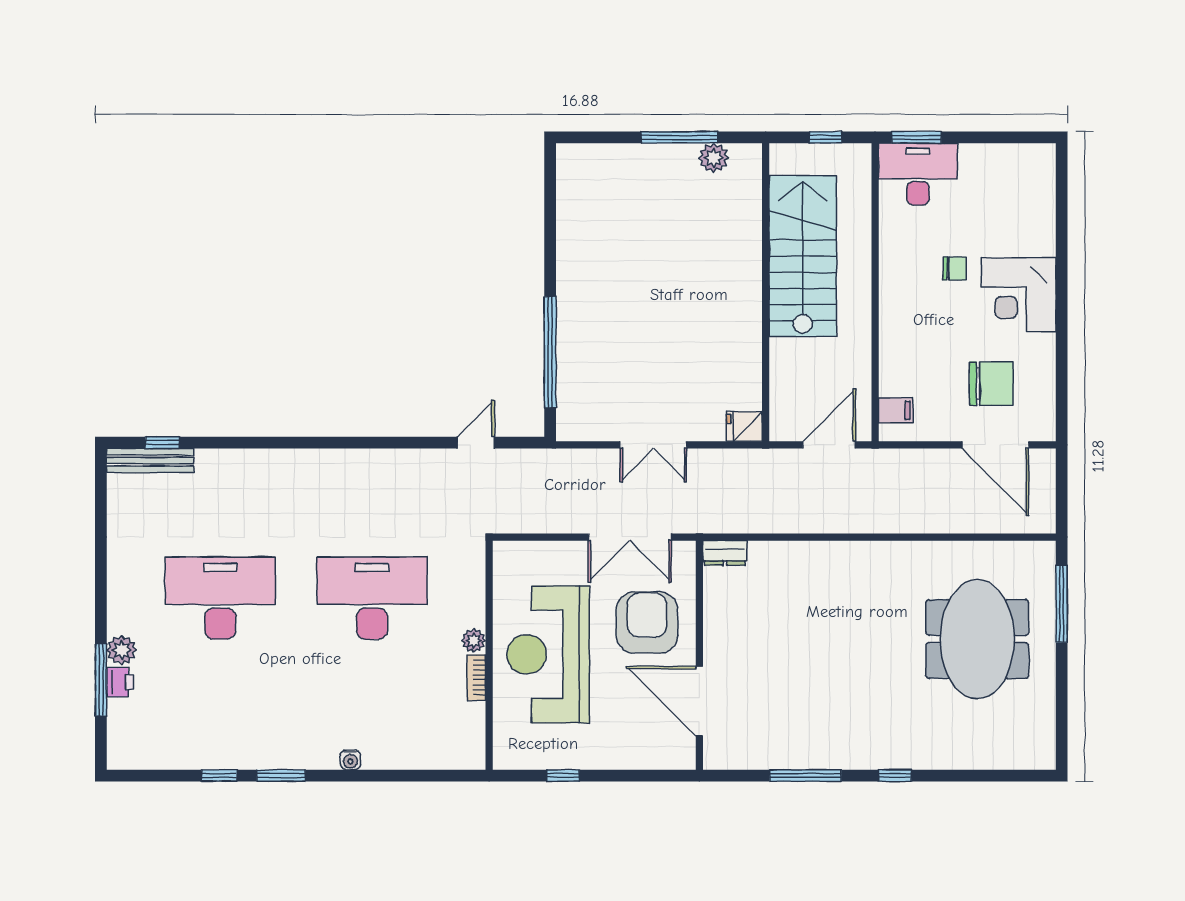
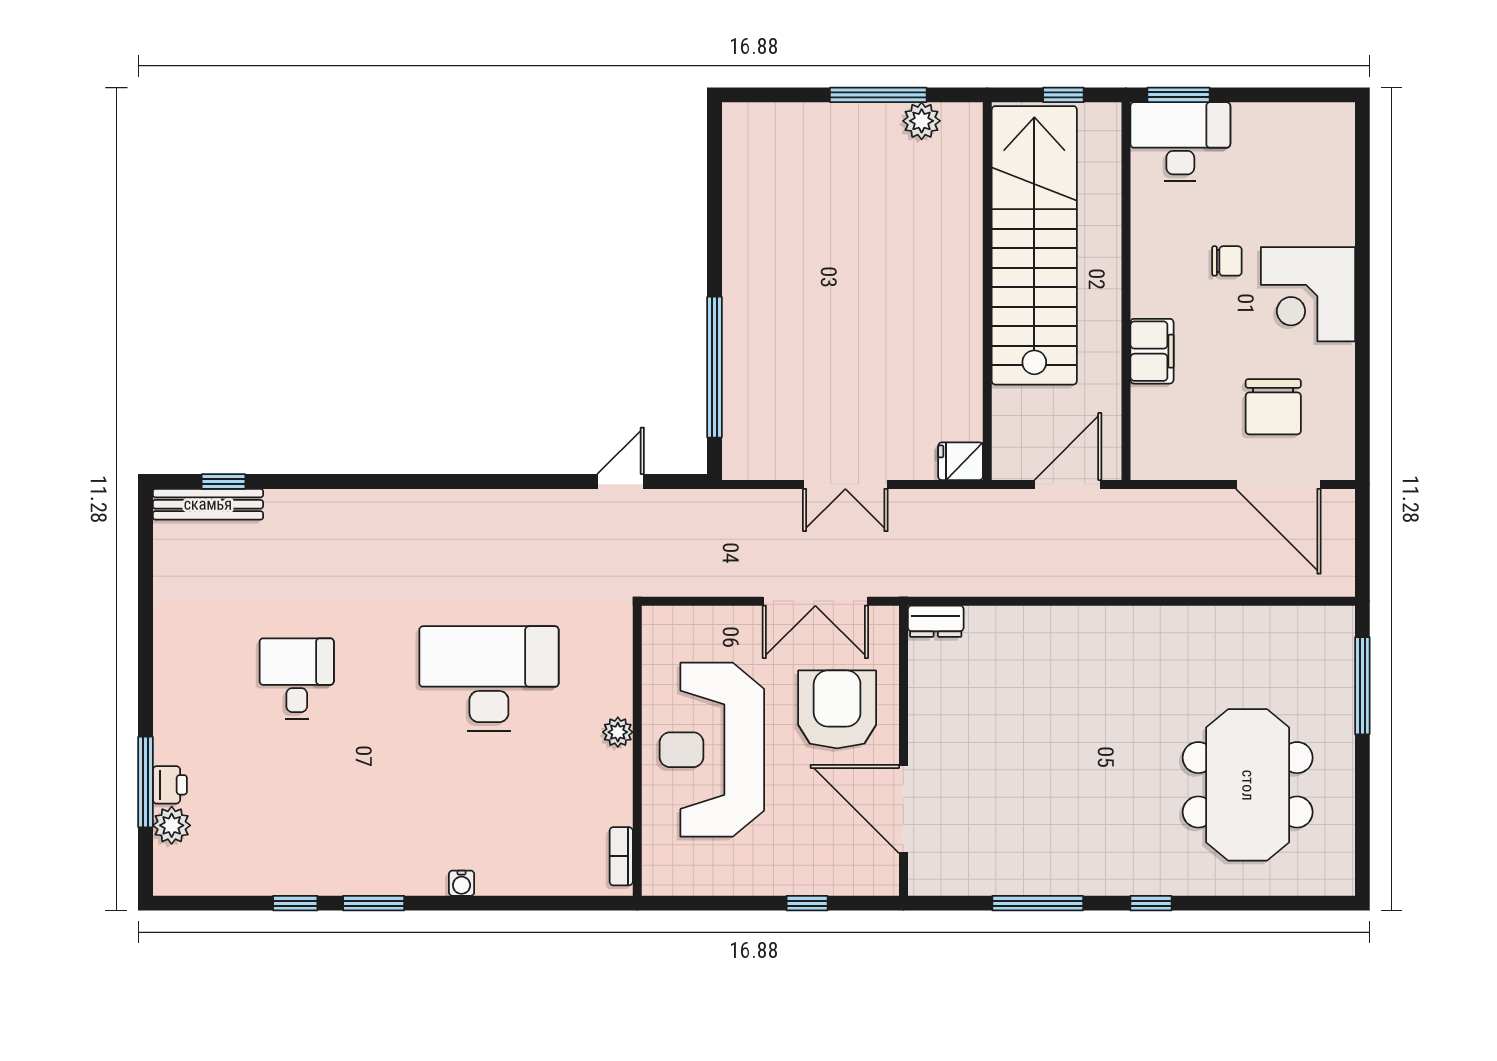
stairs: (803, 256) -> (1034, 245), width x1.36
chair: (991, 384) -> (1273, 407), turned 90
filing cabinet: (896, 410) -> (1152, 351), moved, width x2.00
desk: (220, 598) -> (297, 678), width x0.53, depth x0.77
meeting table: (977, 639) -> (1248, 785), moved
plant: (122, 650) -> (172, 825), moved
bookcase: (477, 678) -> (621, 856), moved
window: (563, 776) -> (807, 903), moved

